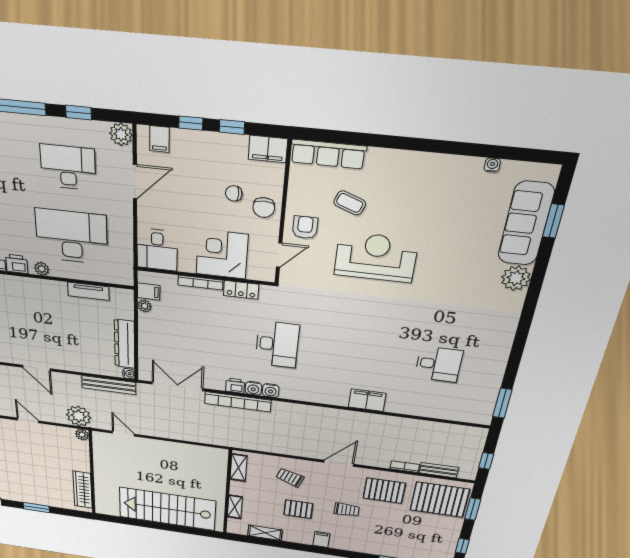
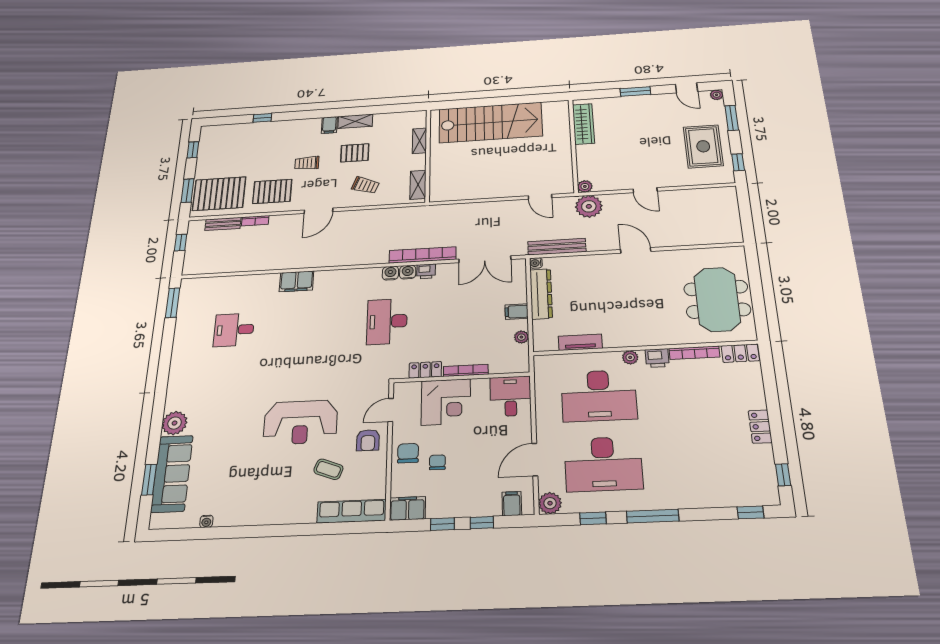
desk: (68, 167) -> (603, 464), width x1.36, depth x1.30
chair: (234, 193) -> (437, 462), turned -90
filing cabinet: (149, 292) -> (517, 312), moved
shelving: (265, 533) -> (355, 121), moved

